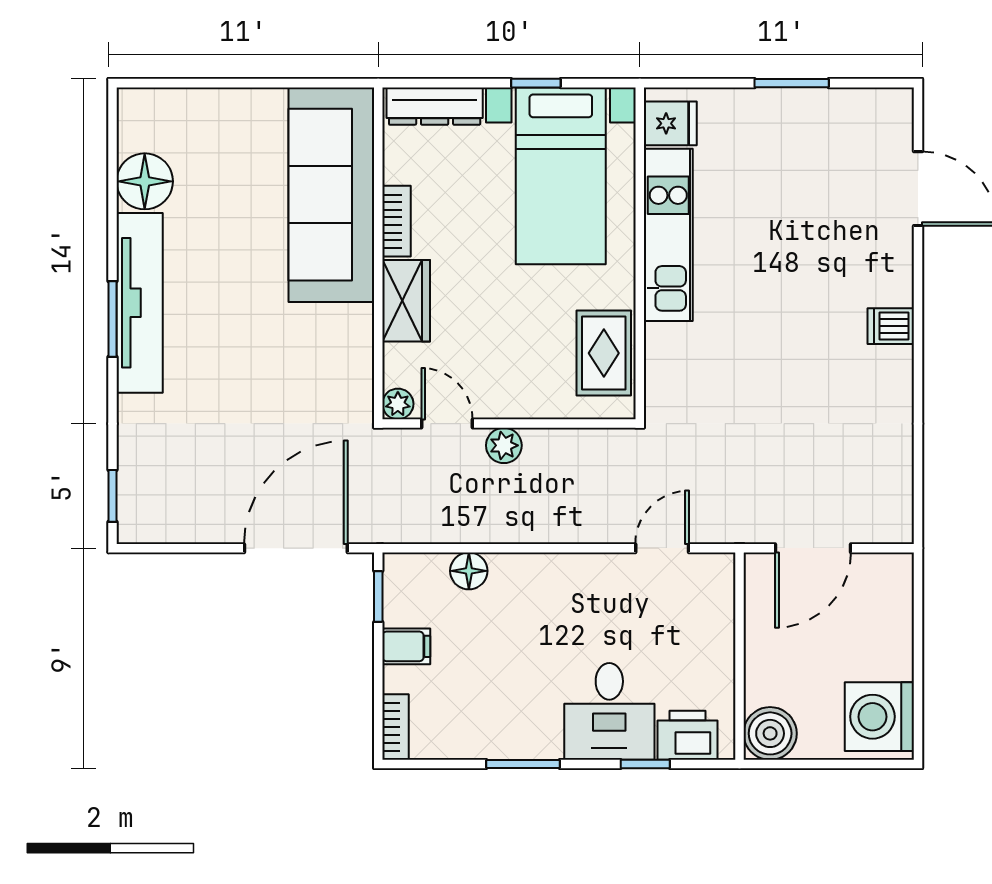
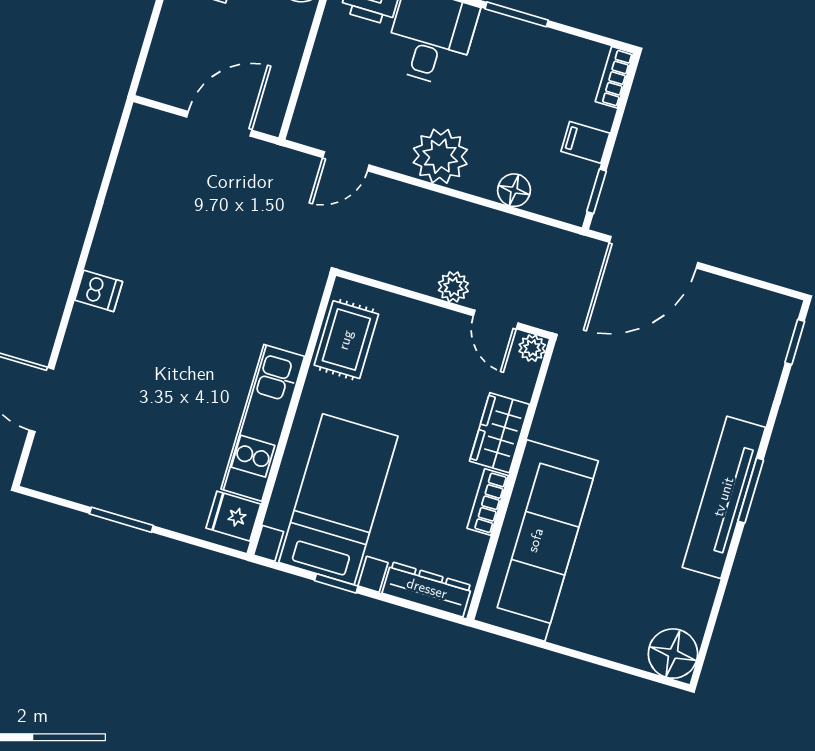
floor lamp: (145, 181) -> (673, 654), moved
plant: (561, 584) -> (440, 156), added

